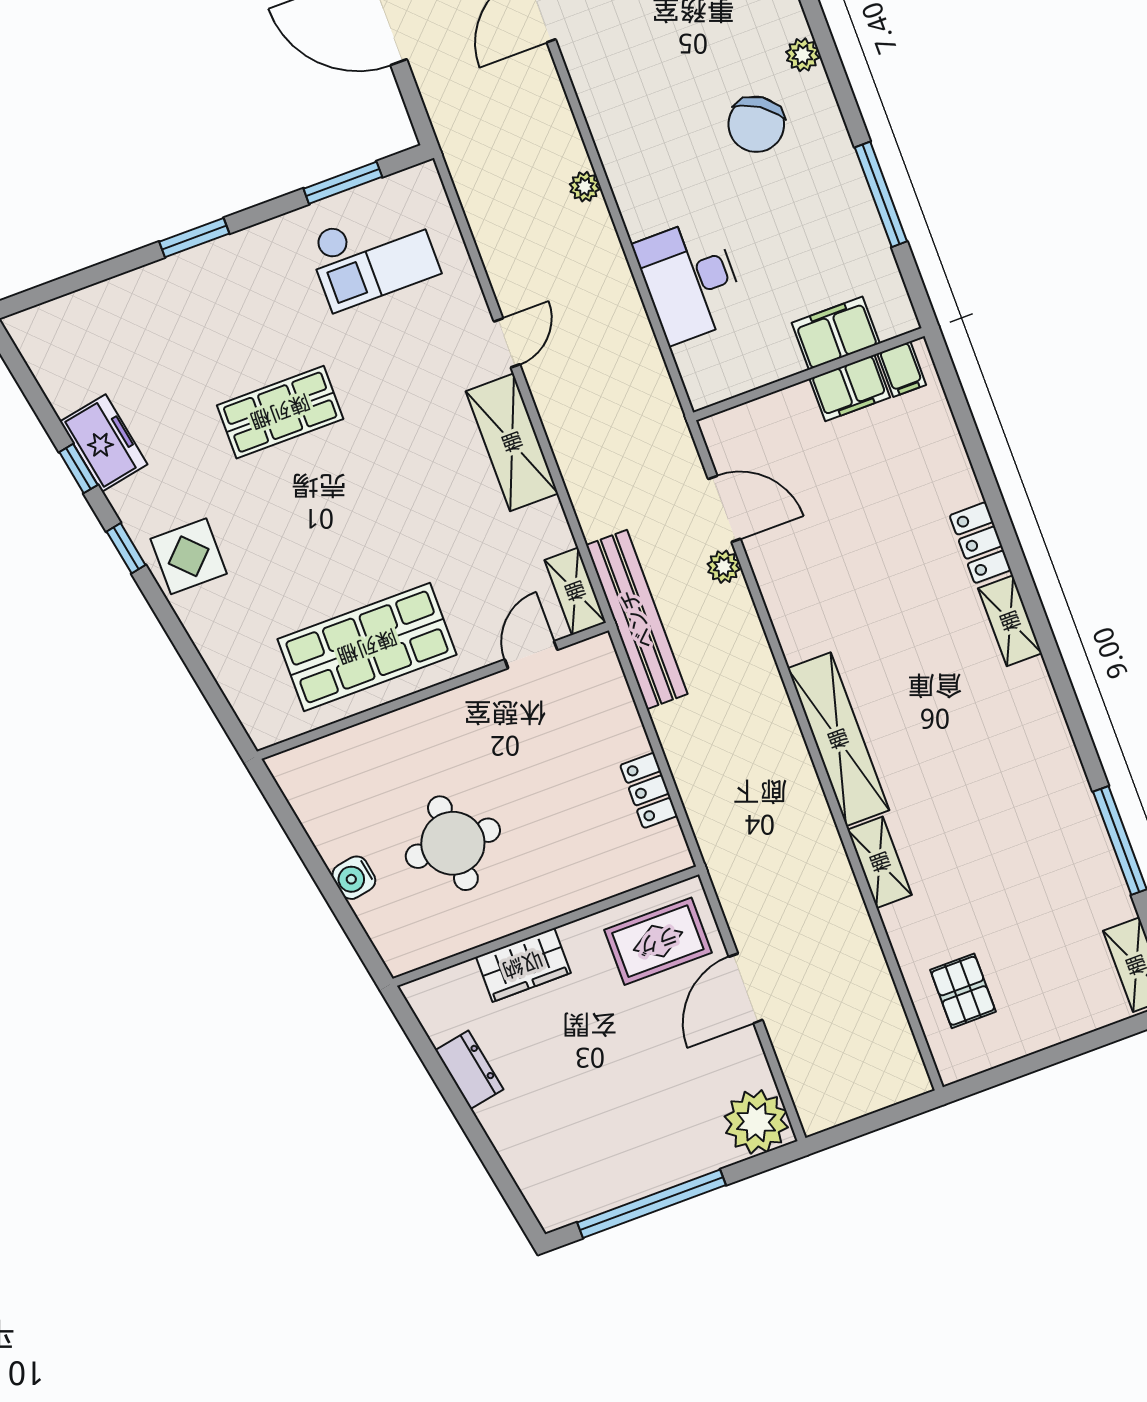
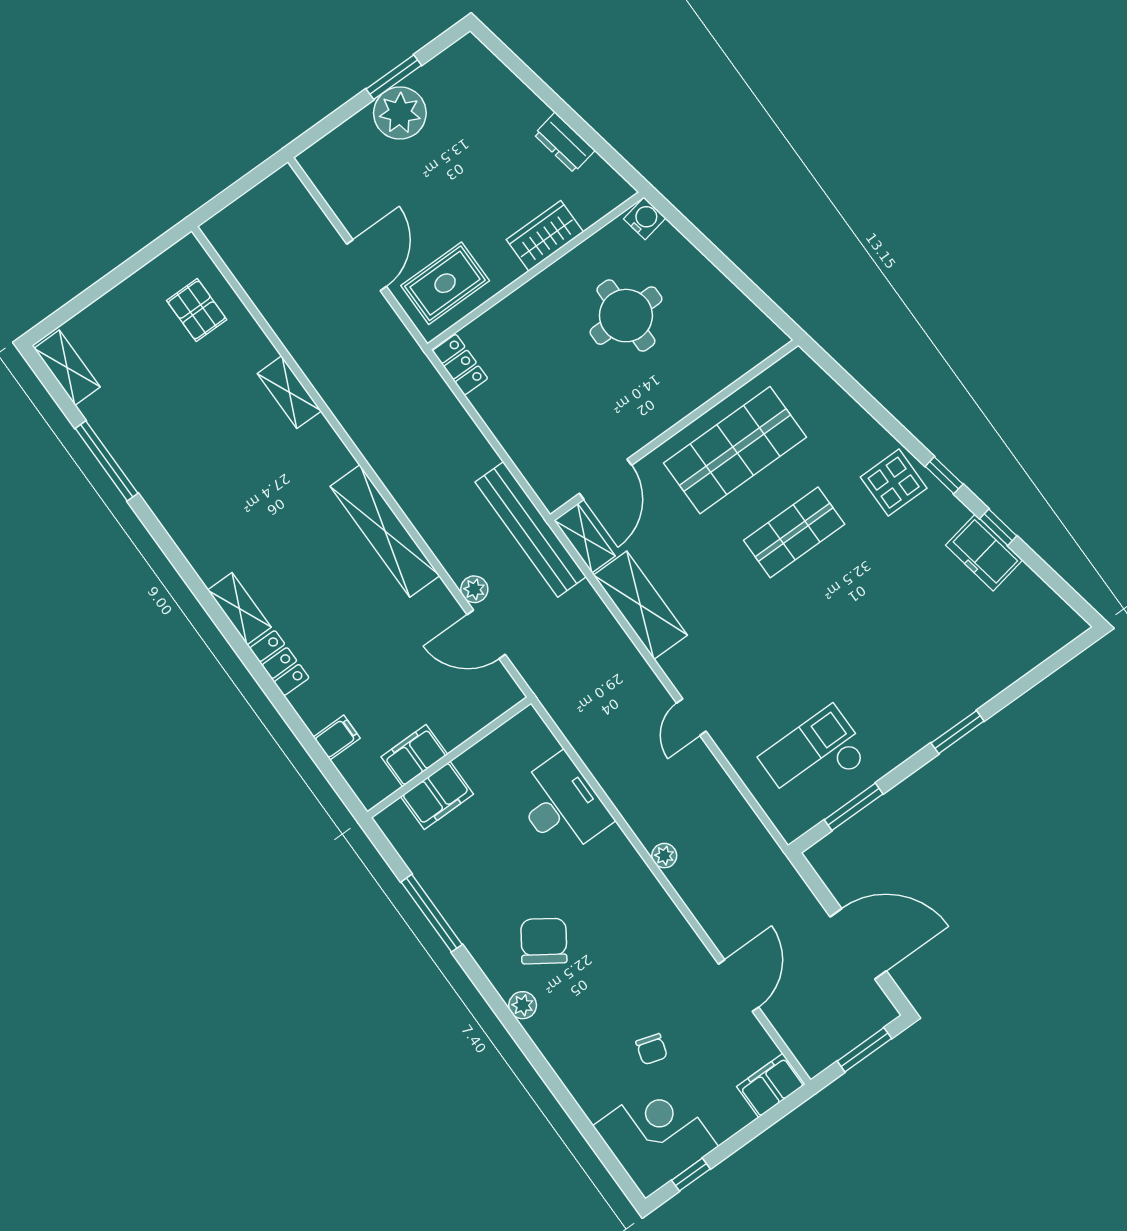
filing cabinet: (902, 369) -> (337, 738), moved, turned 90
shop shelf: (280, 412) -> (794, 532), moved
shelving: (512, 442) -> (640, 605), moved
door: (531, 655) -> (606, 479), width x1.38
shelving: (838, 739) -> (385, 531), moved
locker: (649, 790) -> (460, 365), moved
water cooler: (354, 878) -> (645, 218), moved
plant: (756, 1122) -> (400, 113), moved
window: (652, 1204) -> (394, 77), width x0.47

